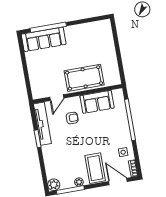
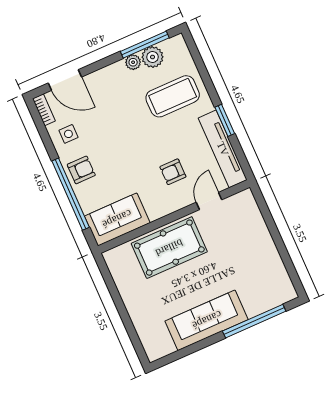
sofa: (44, 39) -> (207, 320), moved
sofa: (97, 102) -> (117, 219), moved
armchair: (121, 131) -> (81, 170), added
coffee table: (95, 168) -> (173, 96), moved, turned 90
plant: (54, 185) -> (153, 57), moved

